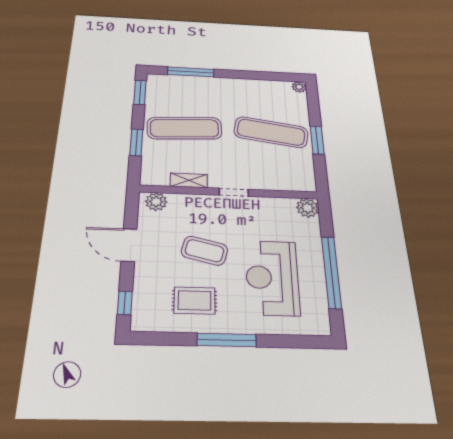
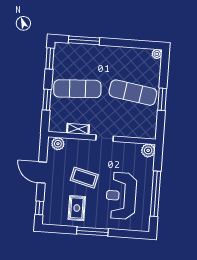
rug: (195, 300) -> (77, 208), turned 90

